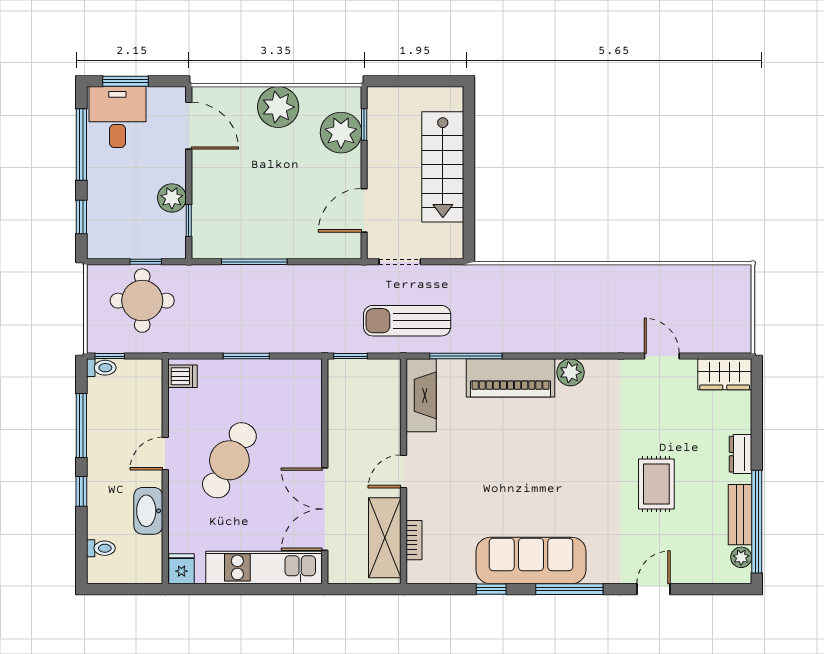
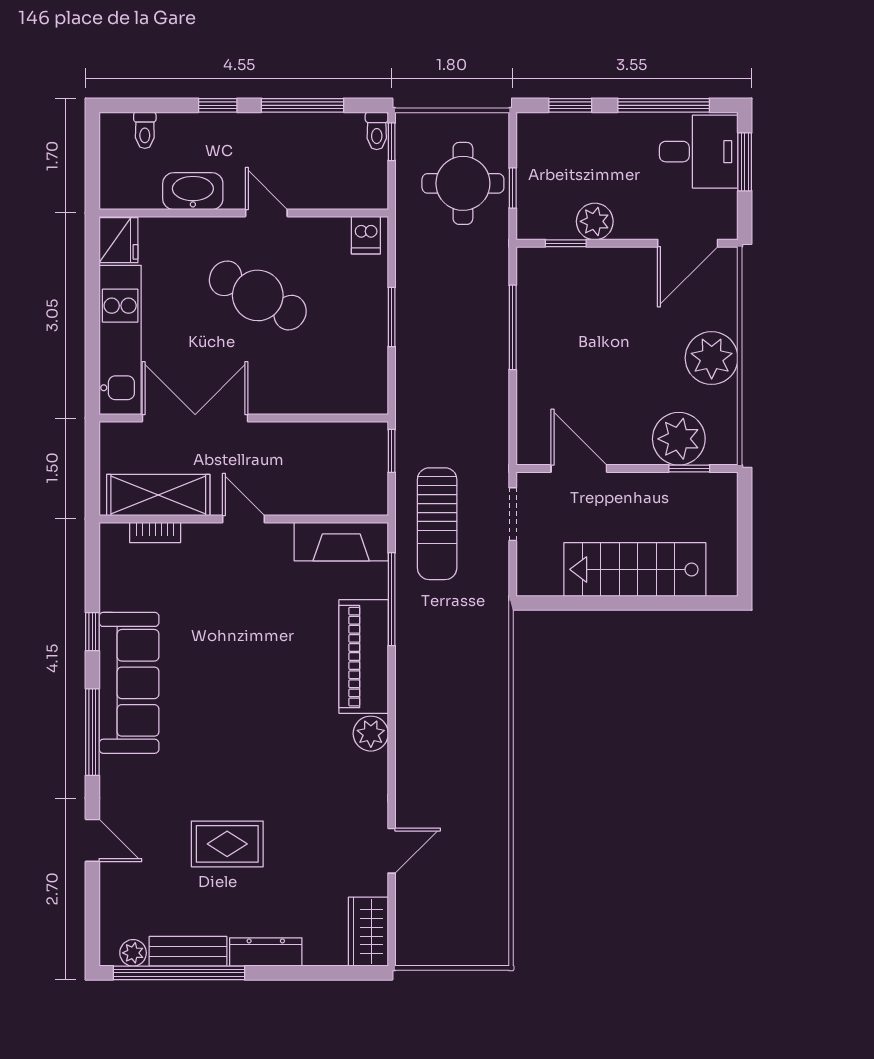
sun lounger: (407, 321) -> (437, 524), turned 180
dresser: (740, 454) -> (266, 952), width x1.44
fridge: (181, 569) -> (118, 240), width x1.38

